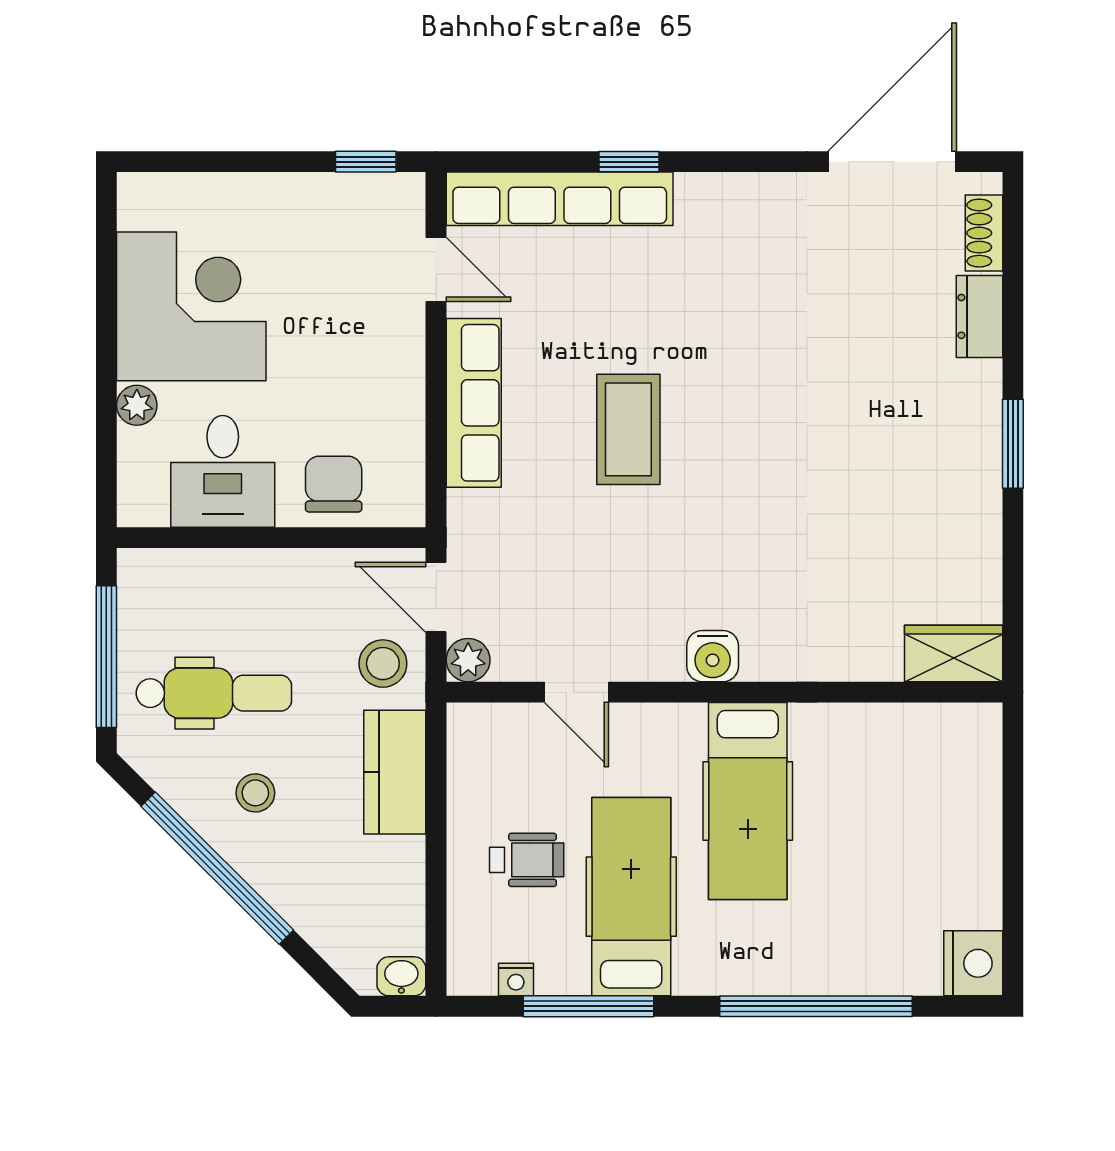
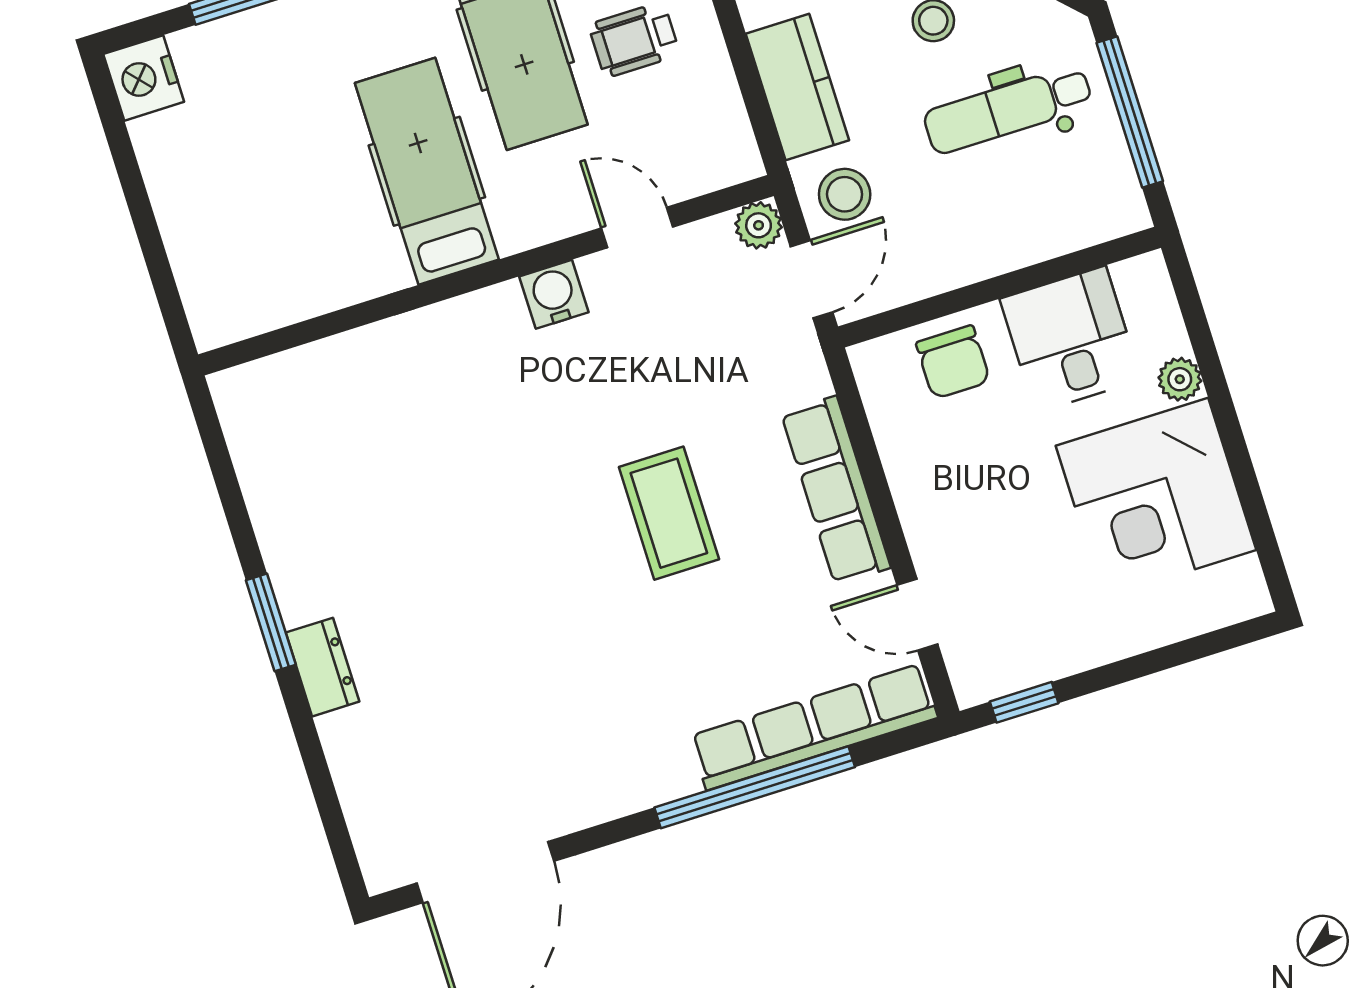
window: (629, 162) -> (755, 787), width x3.17
shoe rack: (984, 233) -> (368, 829), removed
dresser: (979, 316) -> (323, 667), moved
door: (436, 597) -> (812, 279), hinge flipped
wardrobe: (954, 653) -> (264, 389), removed
water cooler: (713, 656) -> (554, 294), moved

